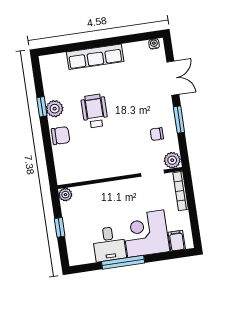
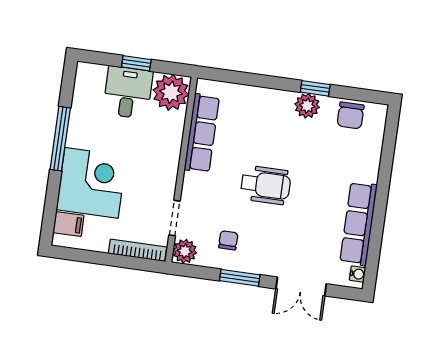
row of seats: (95, 57) -> (359, 224), moved
wheelchair: (95, 111) -> (266, 185), moved
chair: (61, 136) -> (351, 115), moved
row of seats: (93, 172) -> (202, 133), added
plant: (65, 195) -> (171, 92), width x1.87, depth x1.87
desk: (109, 244) -> (128, 92), moved, turned 90

